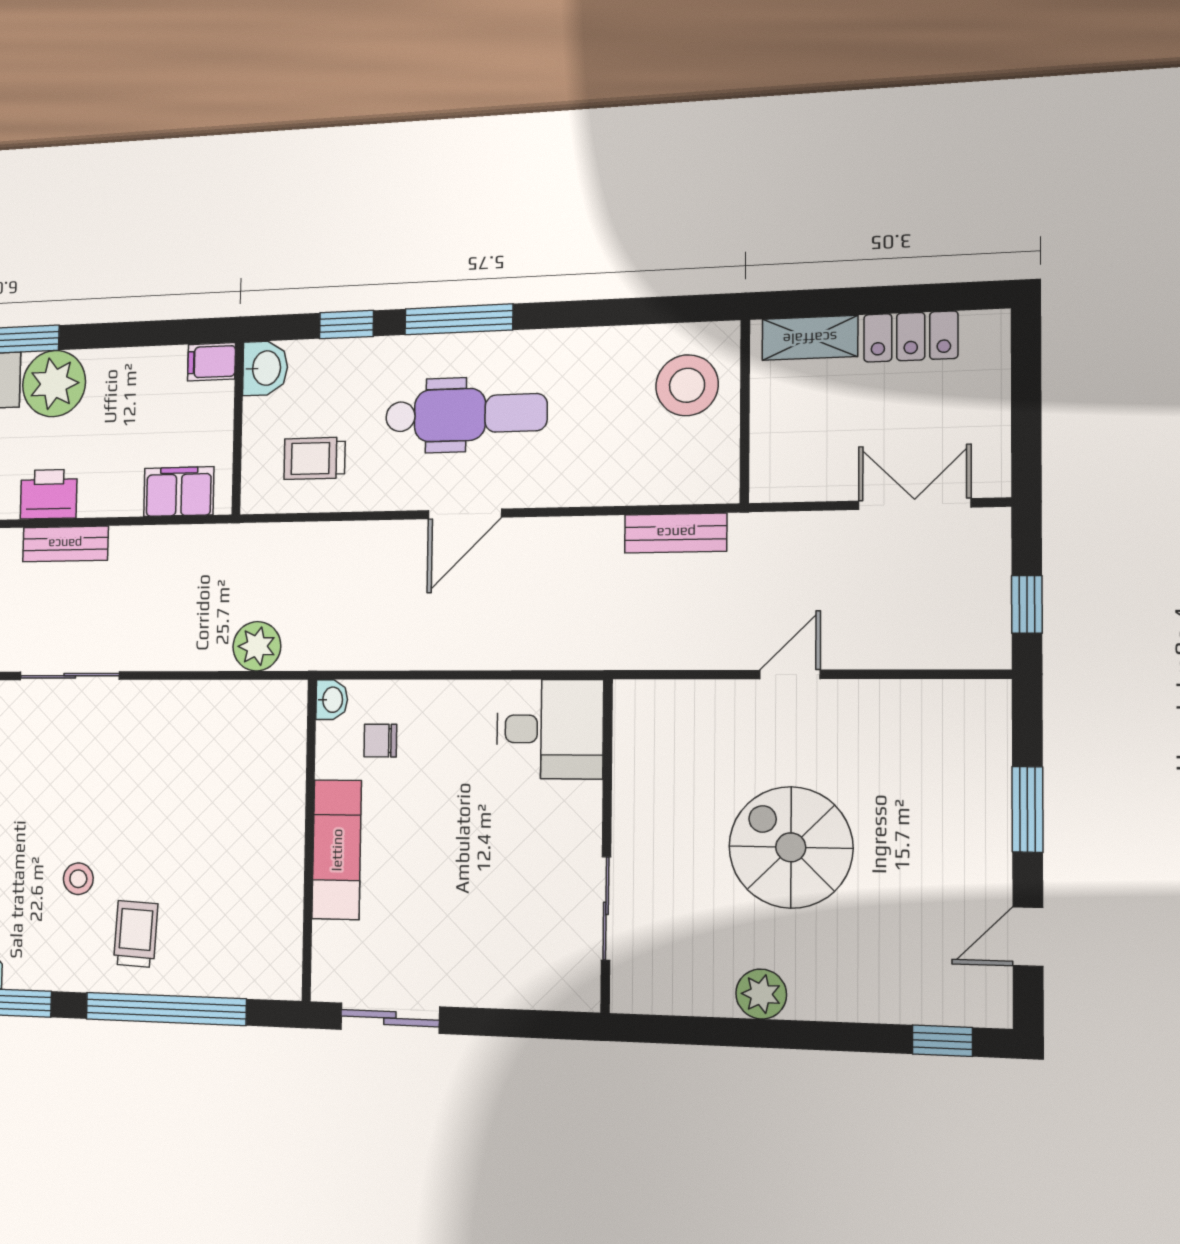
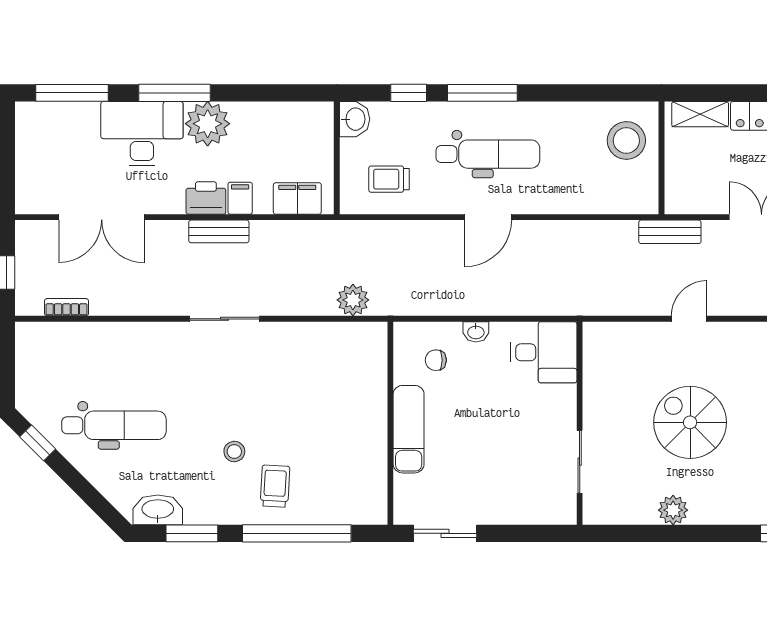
filing cabinet: (212, 362) -> (240, 198), moved, turned 90
bench: (676, 533) -> (670, 232), moved
washbasin: (332, 700) -> (476, 332), moved, turned 90

